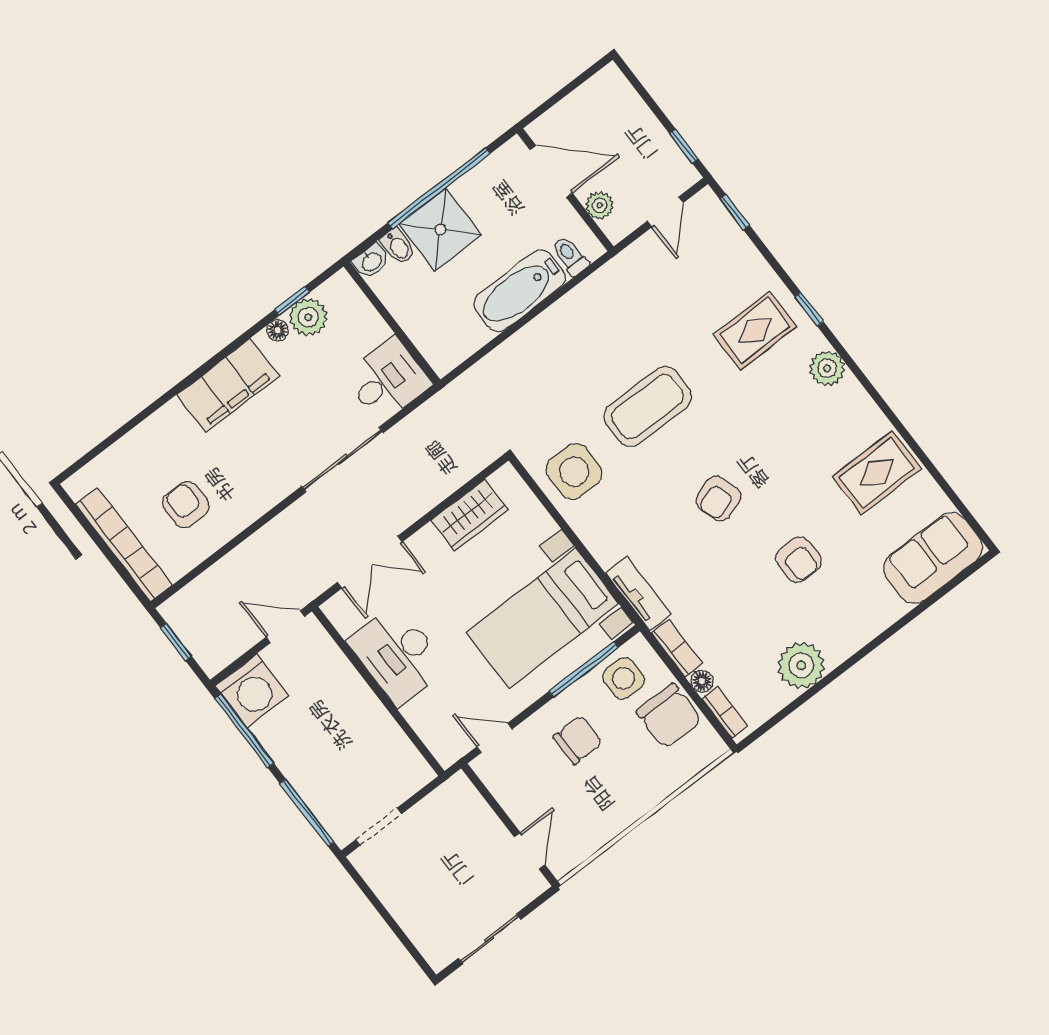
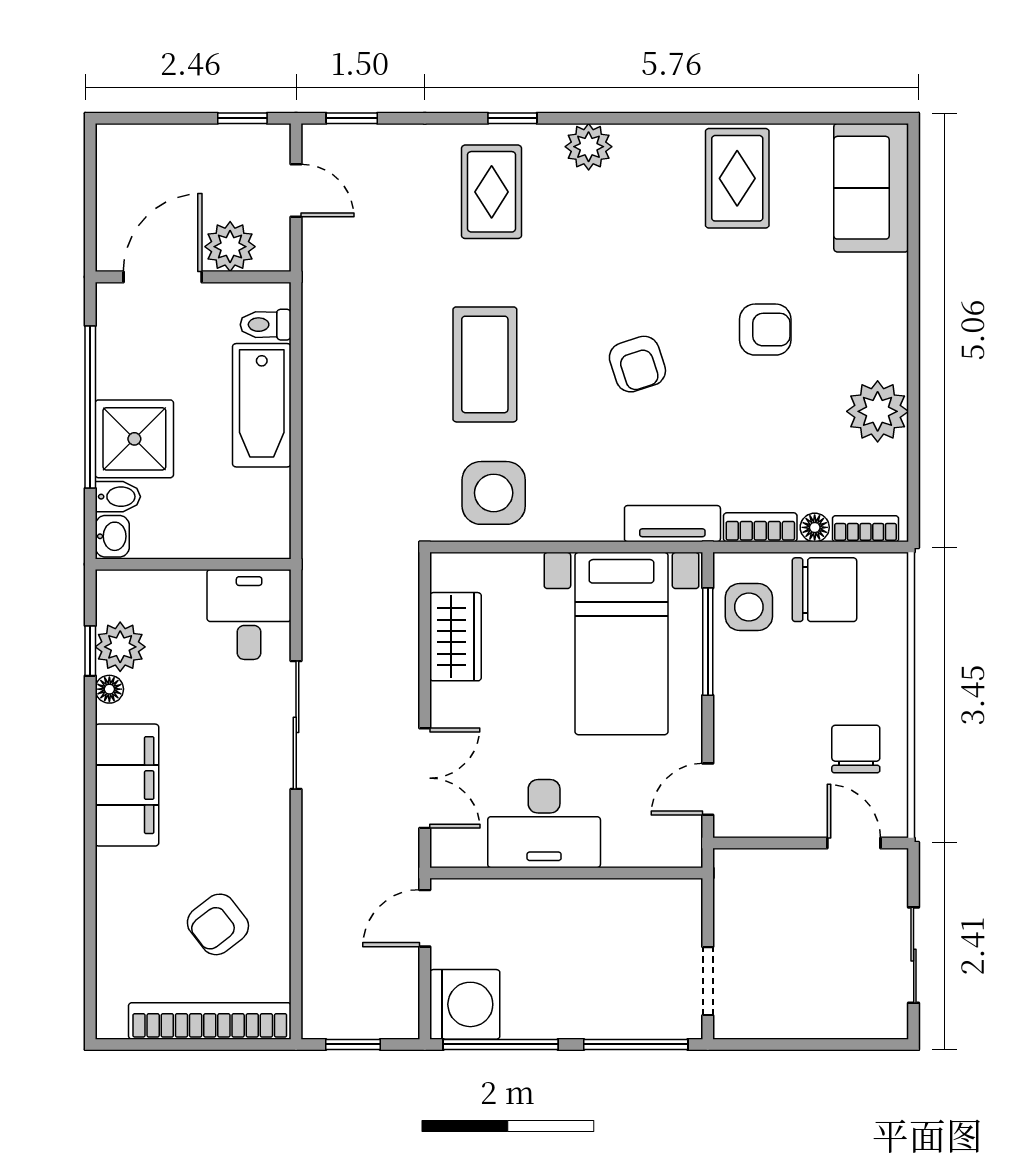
plant: (600, 205) -> (230, 247), width x1.38, depth x1.38
armchair: (186, 505) -> (218, 924), turned -38
chair: (578, 740) -> (856, 749), moved

